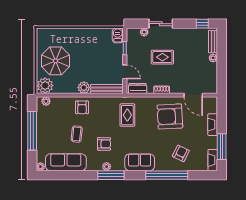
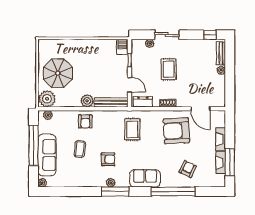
rug: (162, 57) -> (169, 69), turned 90
fireplace: (213, 160) -> (221, 163), moved
sofa: (66, 162) -> (47, 155), moved, turned 90

